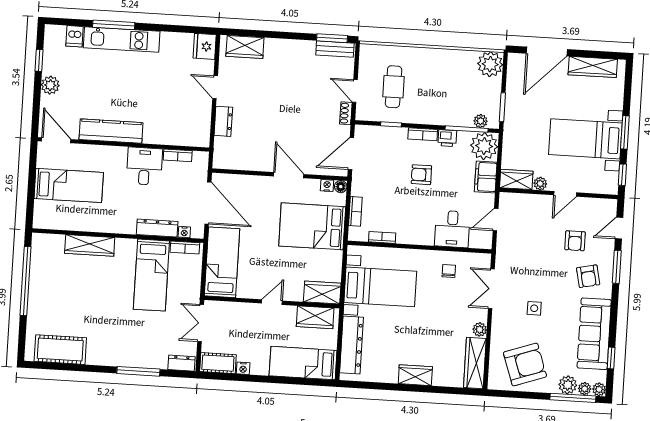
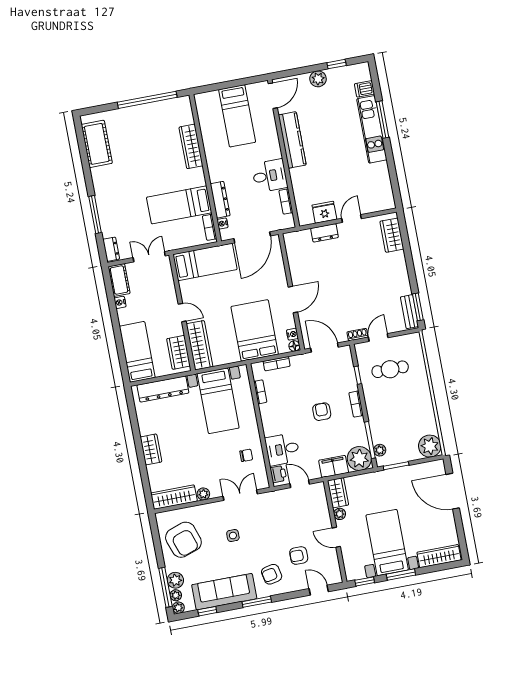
fridge: (205, 46) -> (324, 212), moved
wardrobe: (593, 67) -> (439, 556), moved, turned 90
printer: (447, 138) -> (278, 474), moved, turned 180
window: (617, 267) -> (257, 602), moved
wardrobe: (322, 293) -> (199, 345), width x1.50

